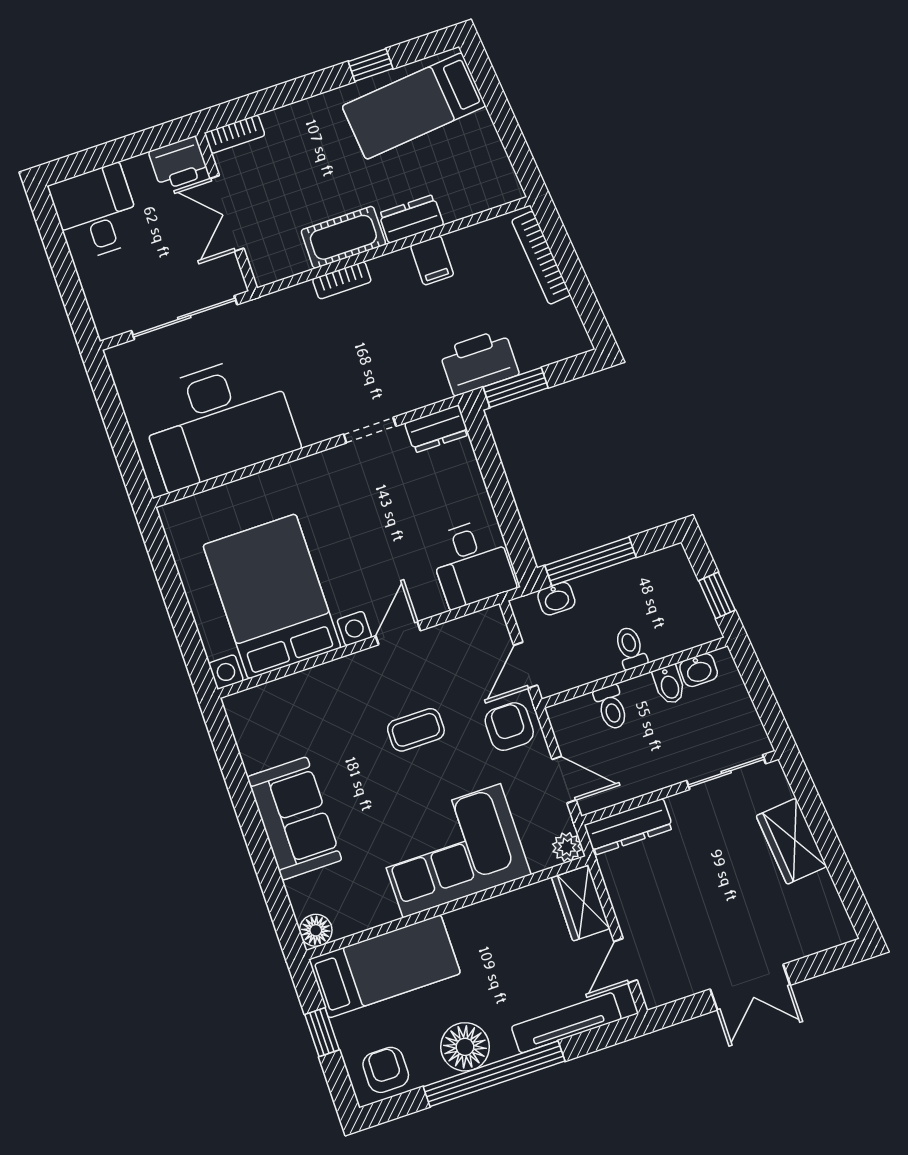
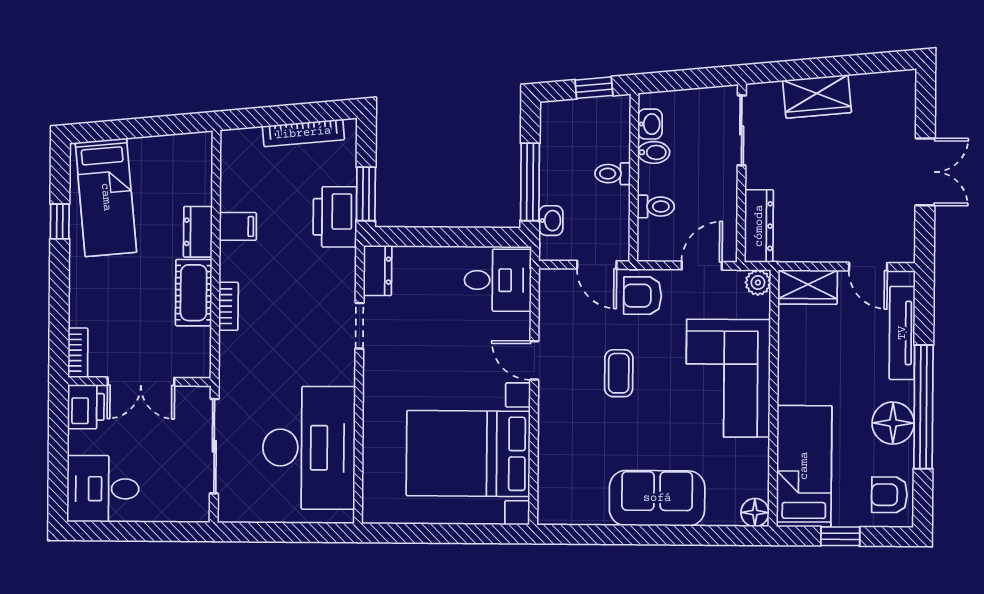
bookcase: (541, 258) -> (303, 133), moved

